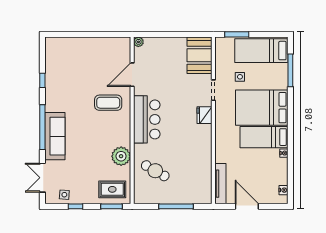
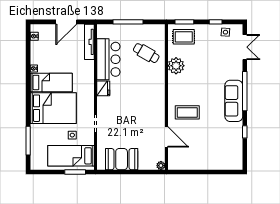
bed: (261, 51) -> (71, 156), moved, turned 180
booth: (199, 55) -> (122, 159), moved, turned 90
door: (132, 75) -> (166, 137), hinge flipped
fridge: (204, 115) -> (103, 88), moved
bar counter: (147, 119) -> (108, 59), moved, turned 180
sofa: (55, 136) -> (234, 101), moved
door: (247, 206) -> (66, 22), hinge flipped

